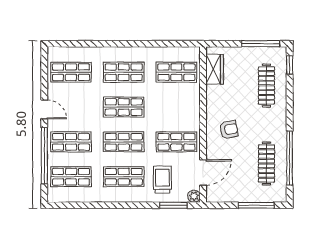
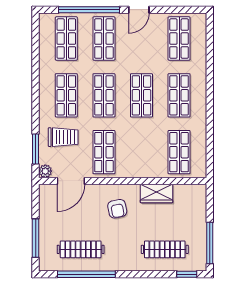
wardrobe: (215, 69) -> (156, 193), moved
door: (203, 172) -> (71, 181), hinge flipped

